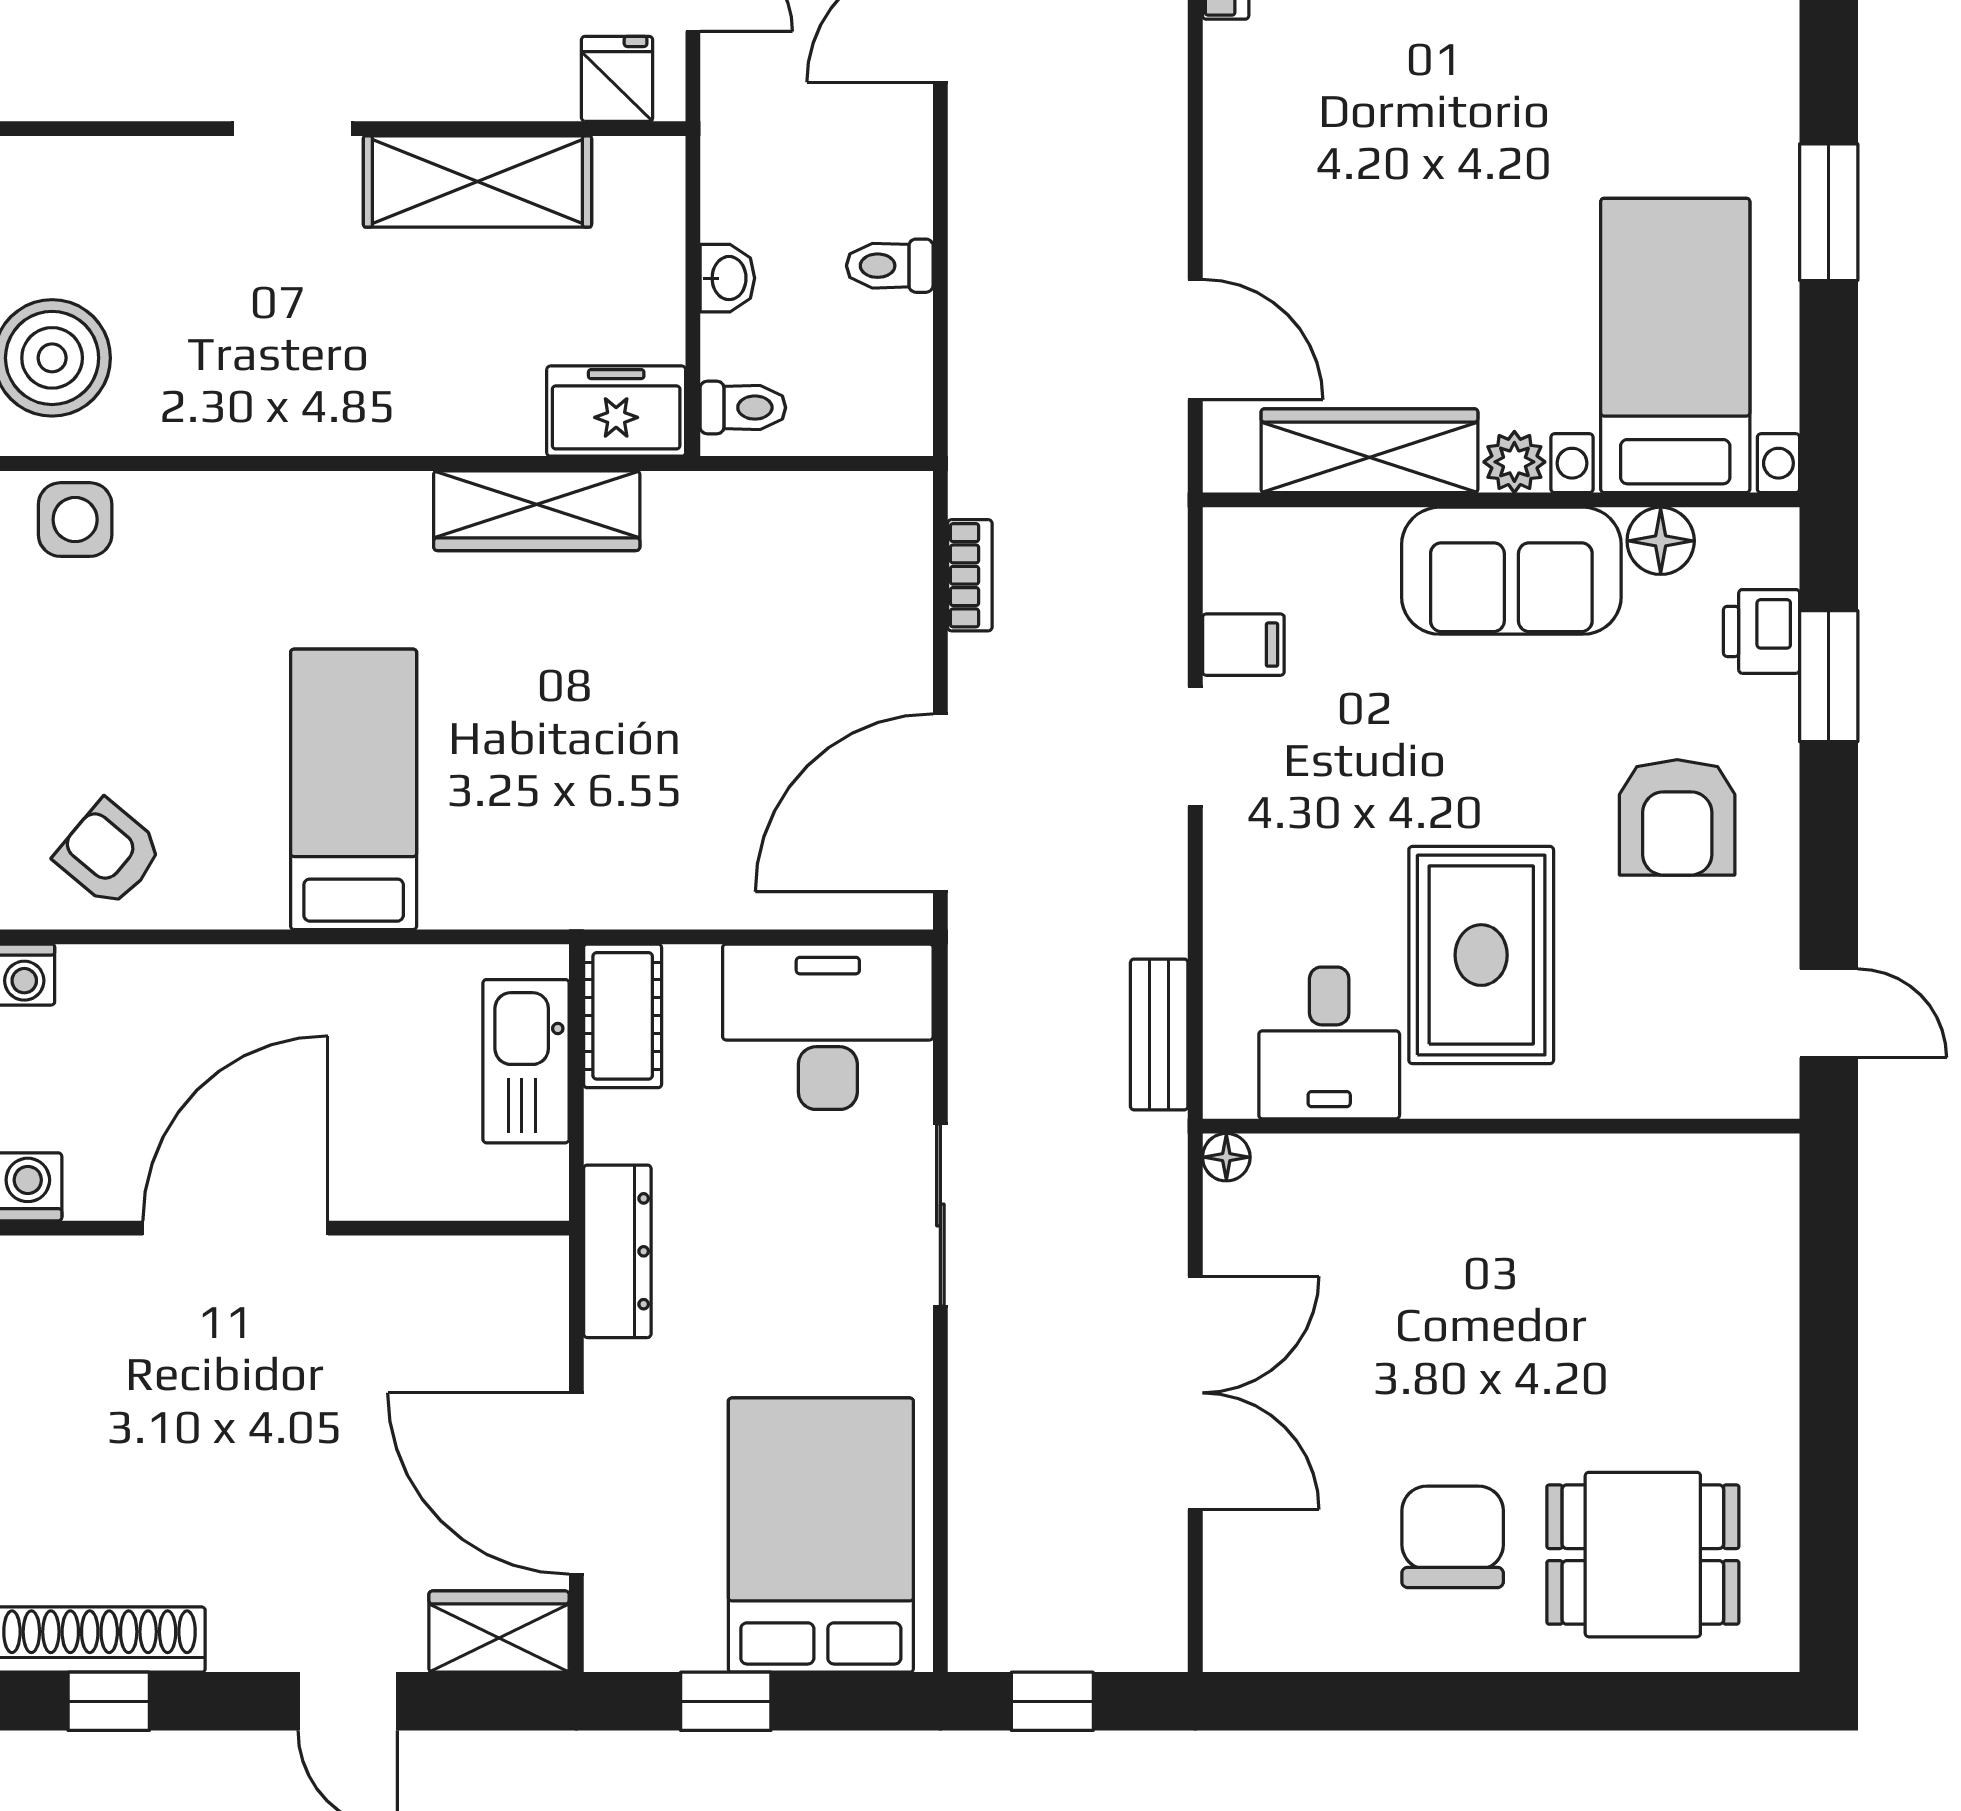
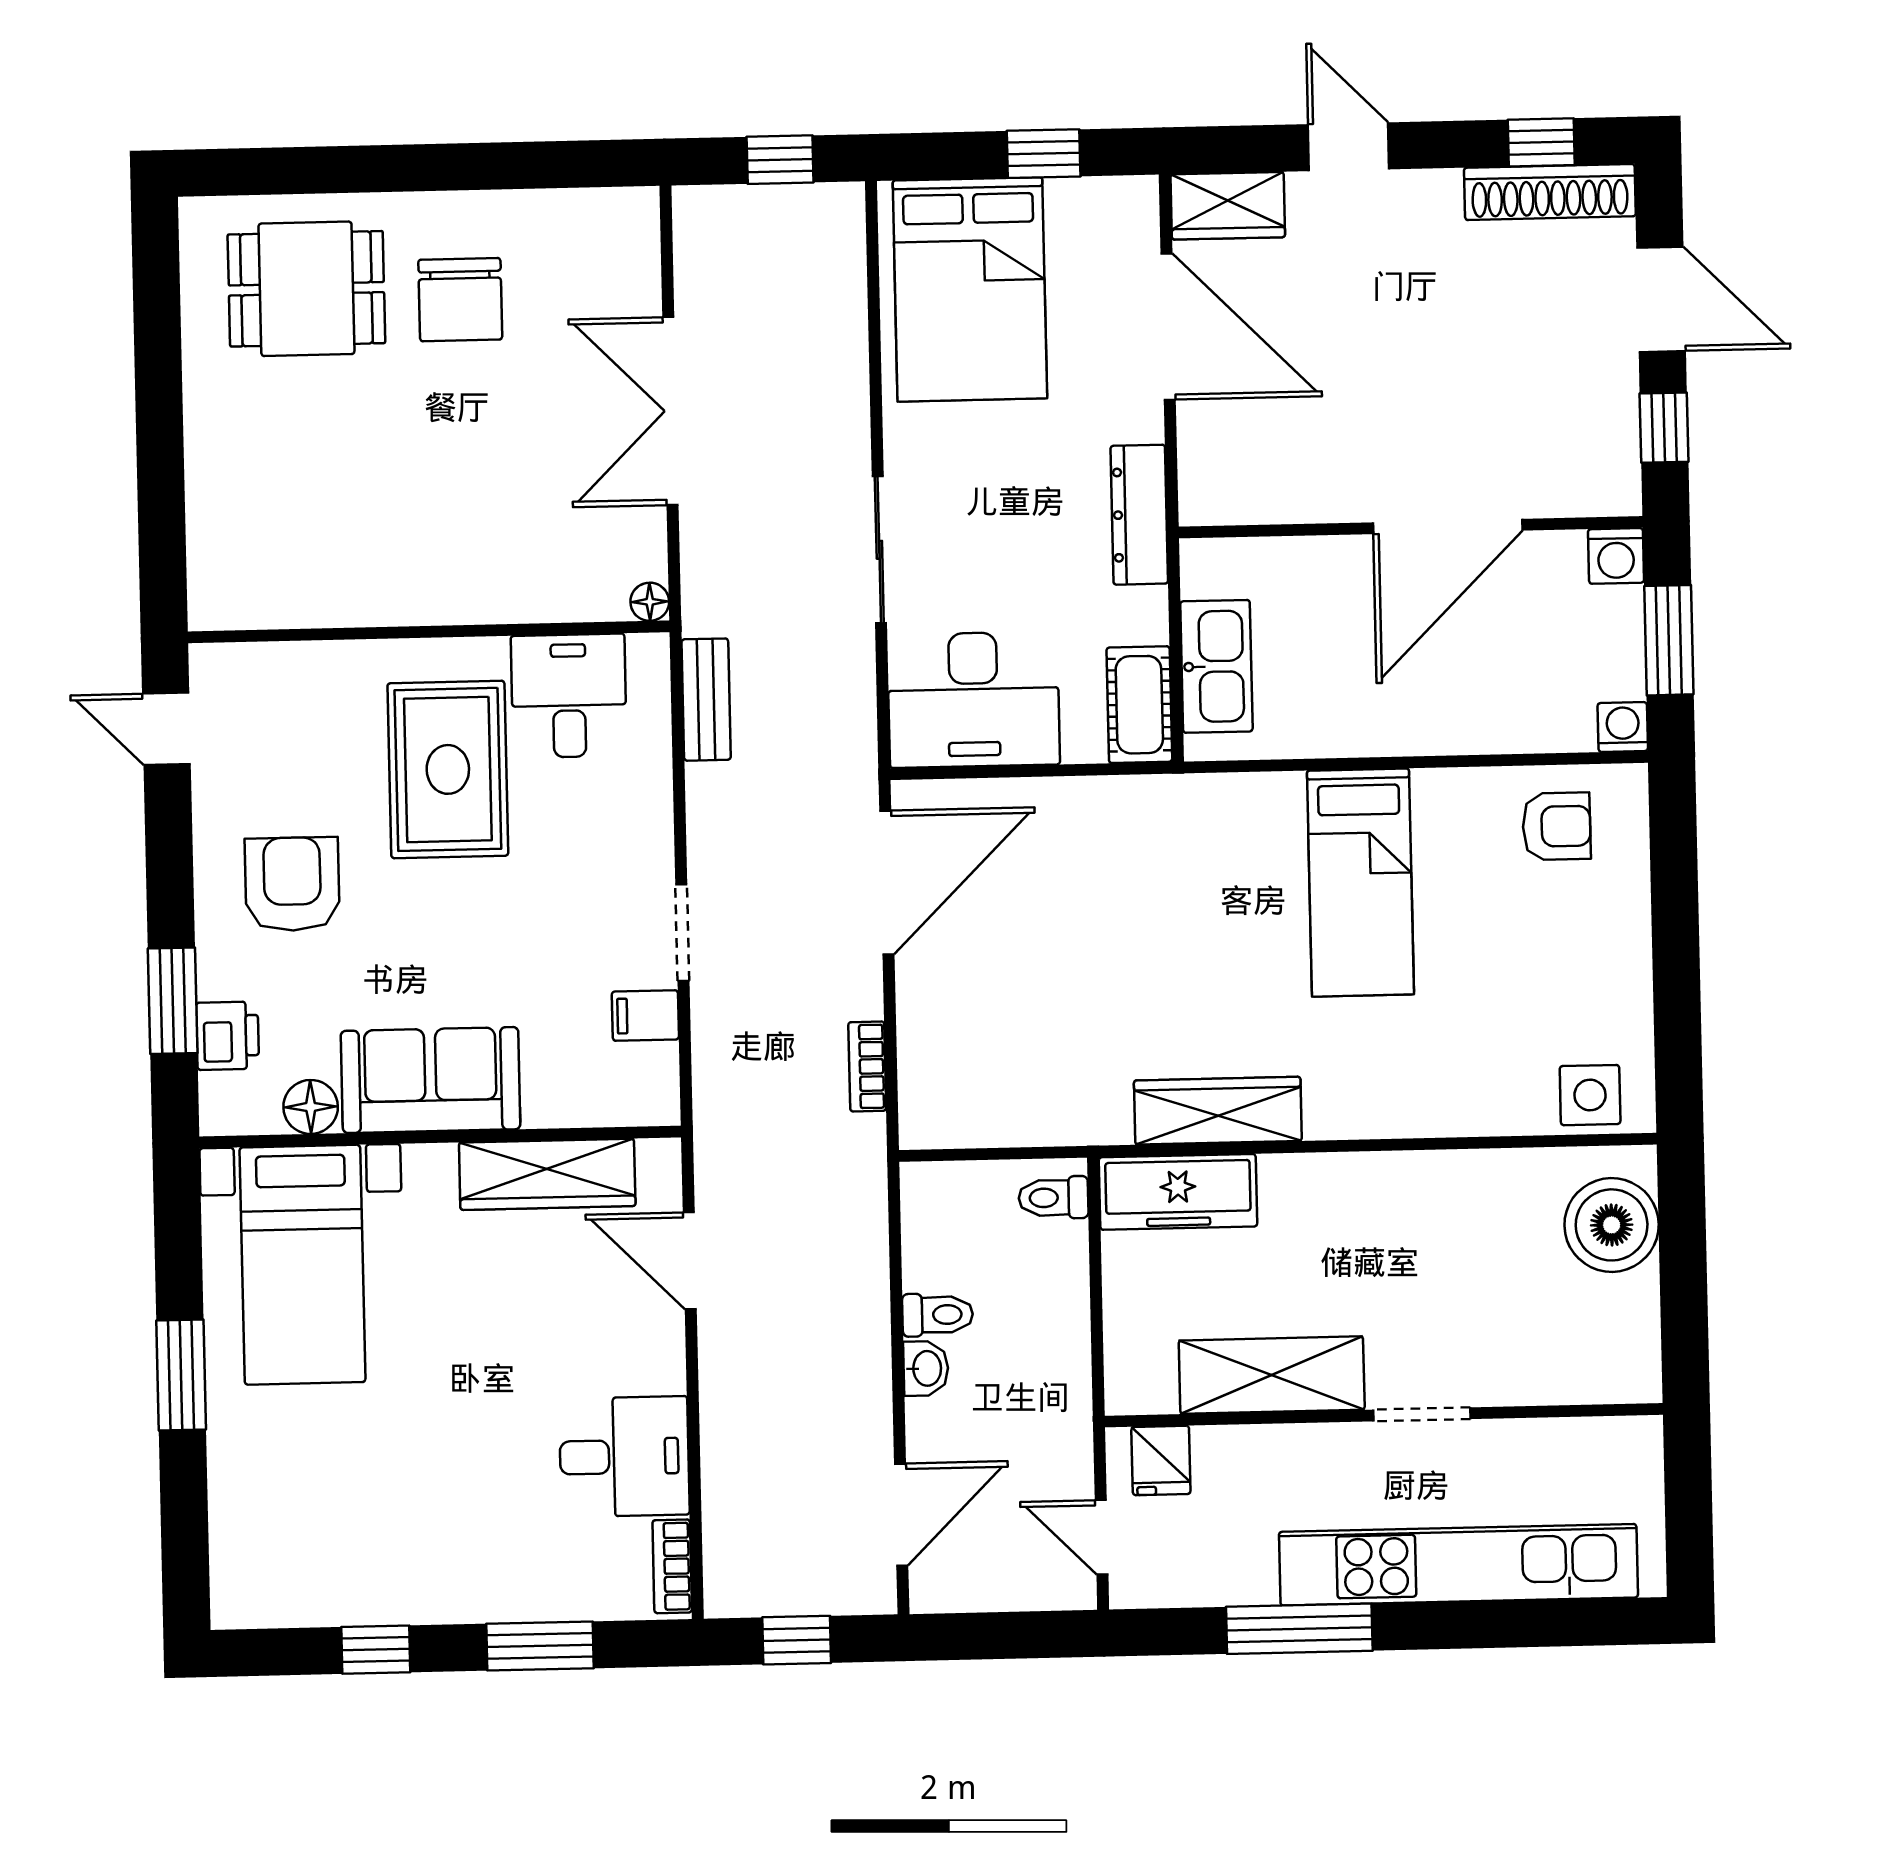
desk: (1282, 99) -> (624, 1457), added
washbasin: (727, 278) -> (926, 1368), moved, turned 180
freezer: (616, 411) -> (1178, 1192), width x1.40
plant: (1514, 462) -> (430, 1168), removed
armchair: (109, 853) -> (1557, 826), turned -40

